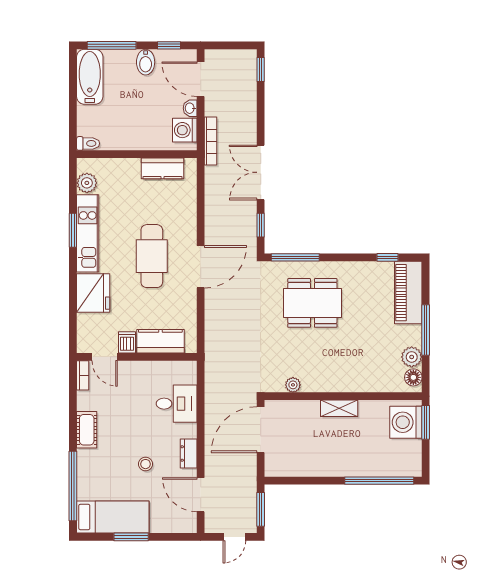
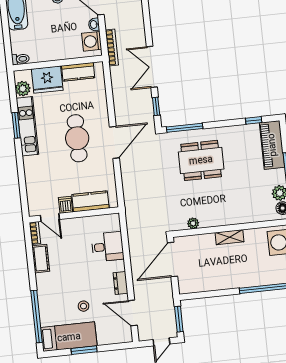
fridge: (93, 293) -> (47, 80), moved, turned 90
cot: (87, 430) -> (41, 259), moved
stool: (146, 464) -> (84, 306), moved

